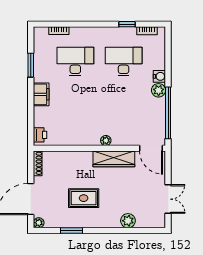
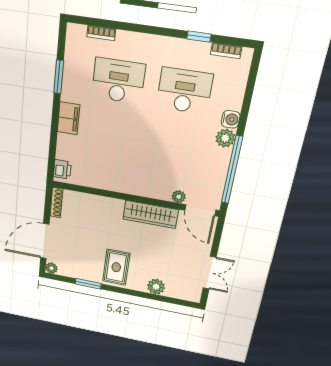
plant: (106, 140) -> (179, 197), moved
rug: (84, 198) -> (116, 267), moved, turned 90

